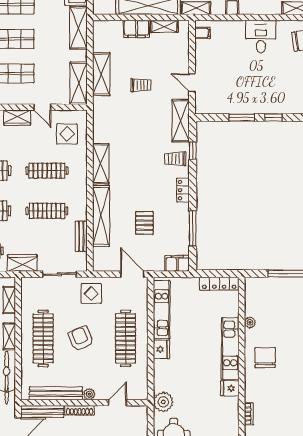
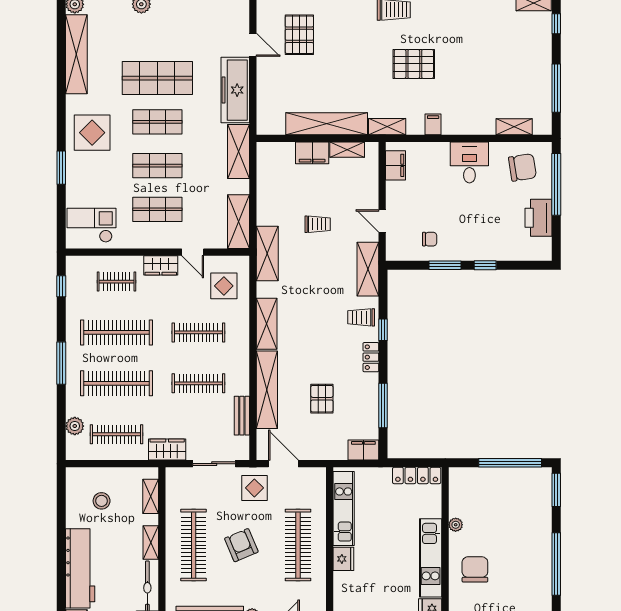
filing cabinet: (202, 33) -> (395, 165), width x2.00
shelving: (101, 74) -> (267, 253), moved
chair: (229, 97) -> (430, 239), added
window: (193, 151) -> (383, 330), moved
door: (132, 274) -> (283, 464), moved

